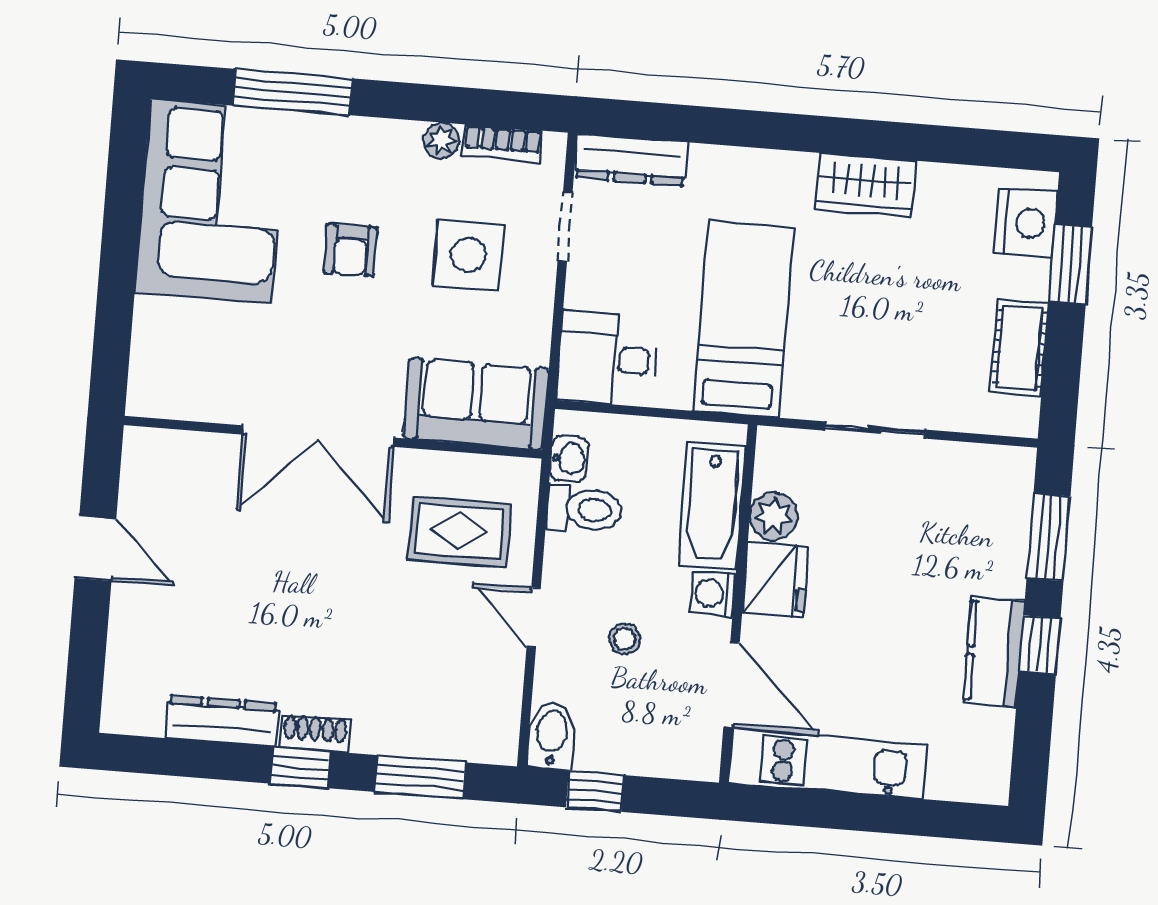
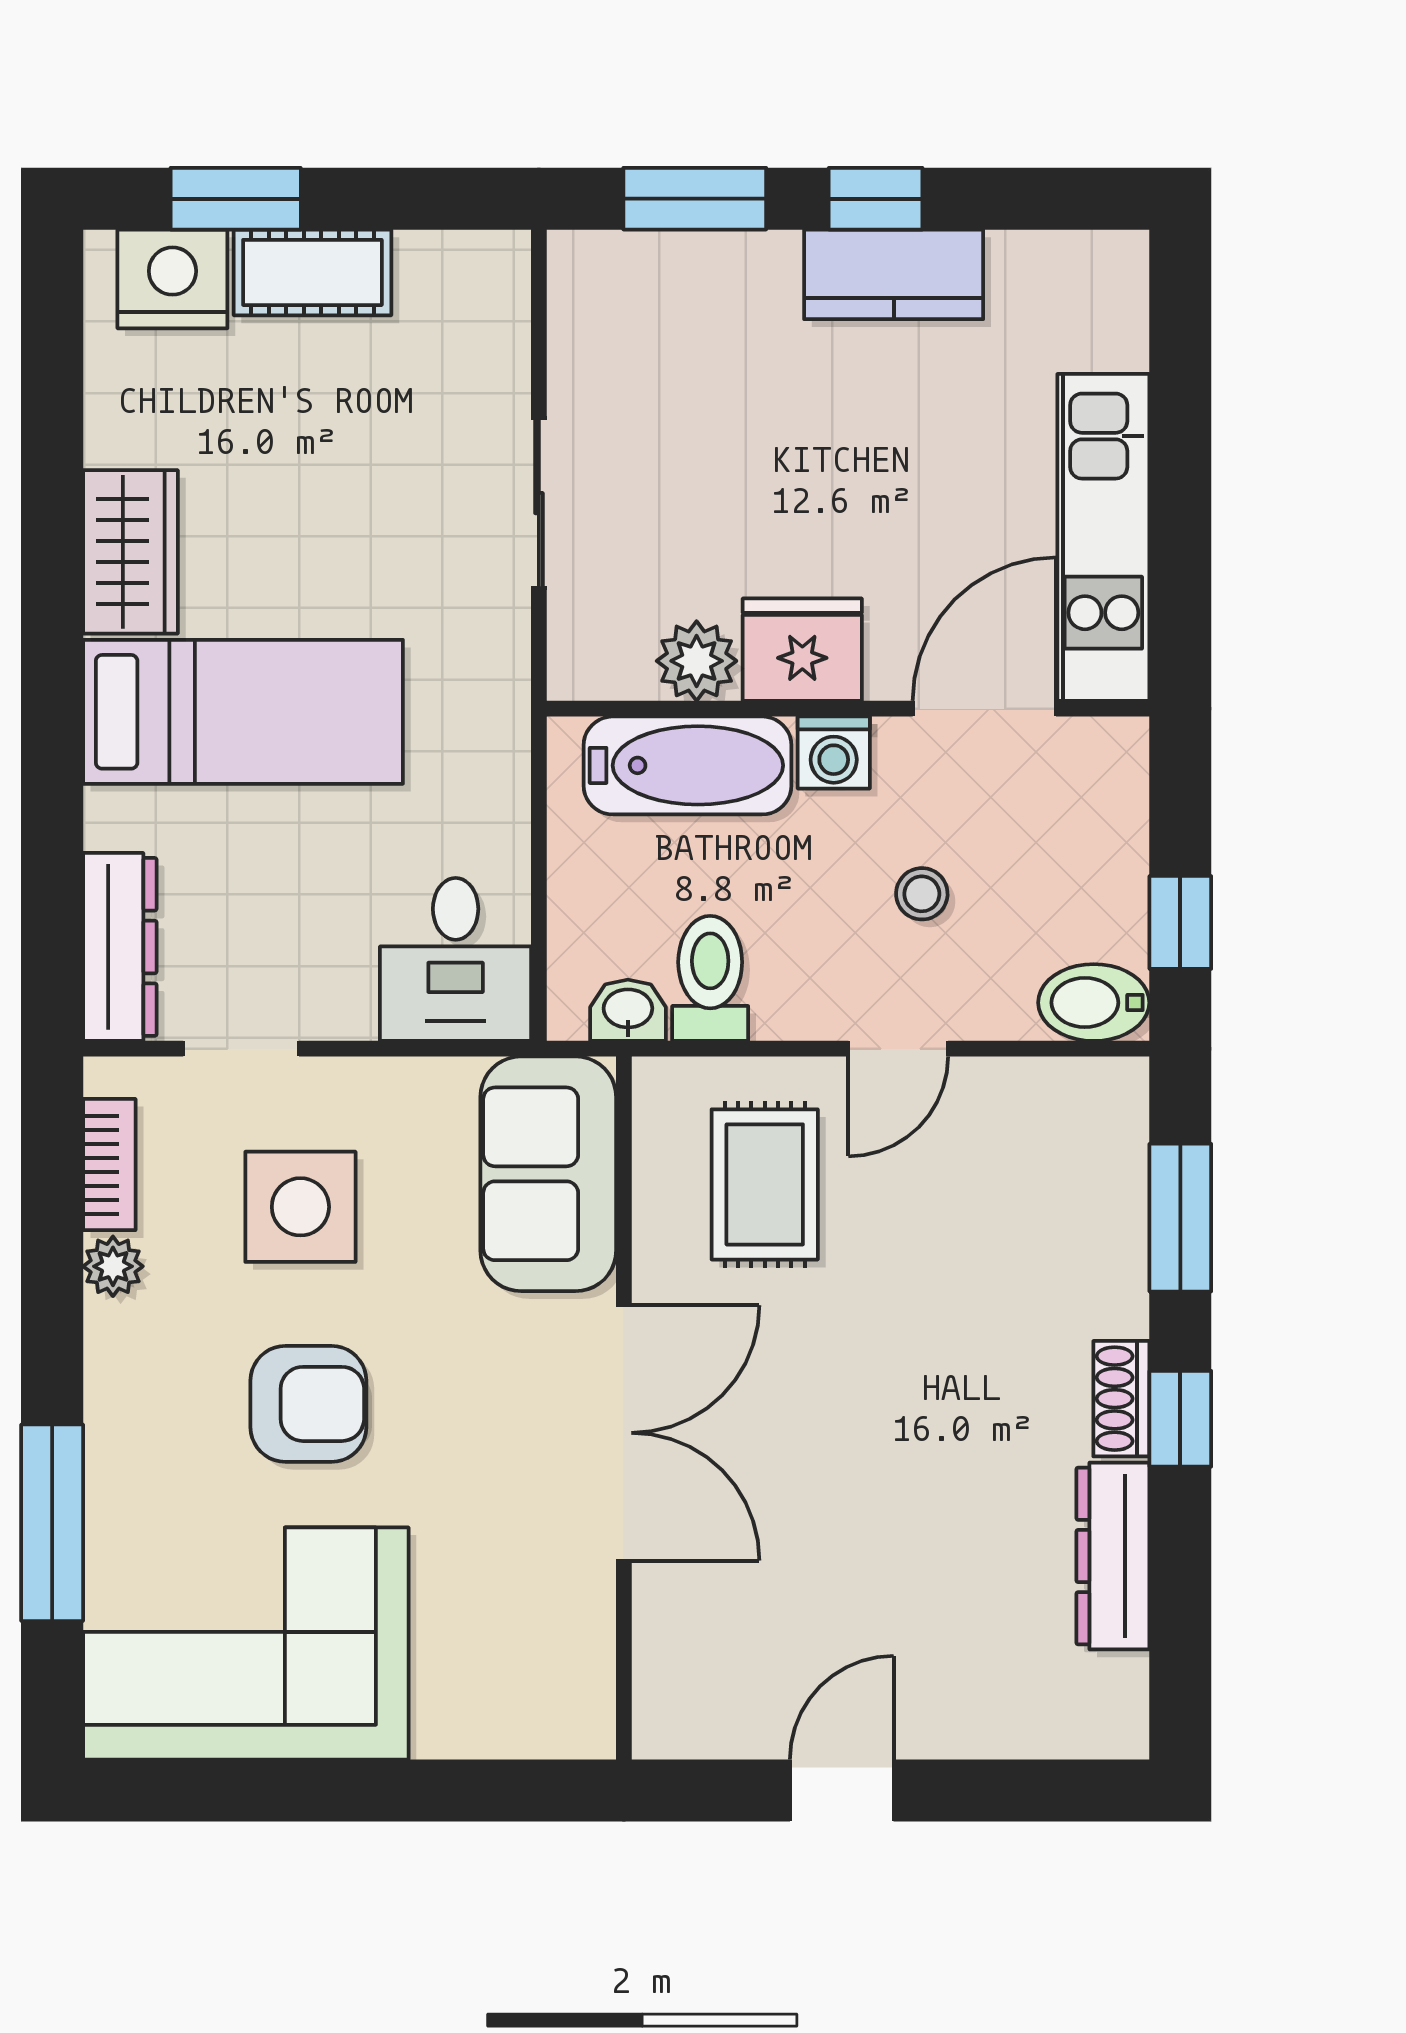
armchair: (351, 250) -> (308, 1404), width x1.38, depth x1.38
bed: (743, 319) -> (243, 712), moved, turned 180
cot: (1020, 348) -> (312, 272), moved

